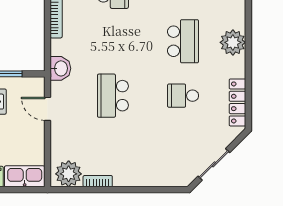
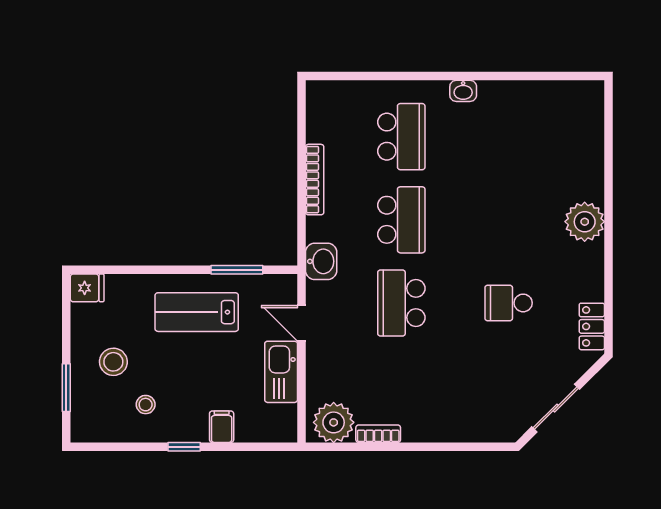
school desk: (183, 41) -> (401, 220), moved
locker: (238, 102) -> (592, 326), width x0.66
kitchen sink: (25, 176) -> (281, 372), moved, turned -90

